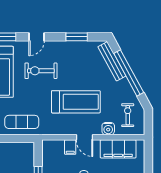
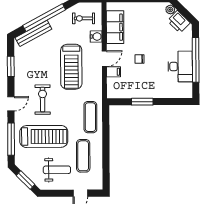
door: (37, 37) -> (11, 104), hinge flipped
exercise bike: (41, 71) -> (43, 100), turned 180
treadmill: (76, 102) -> (71, 67), turned 180

